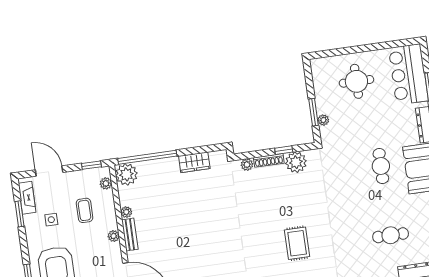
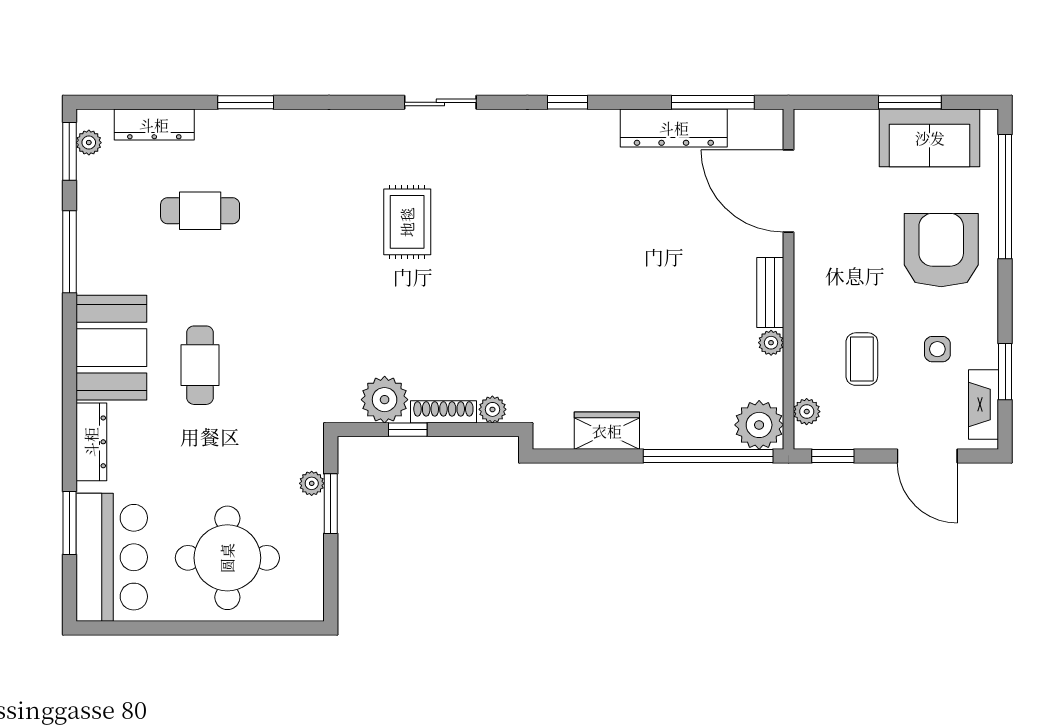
round table: (356, 81) -> (227, 558), width x1.36, depth x1.36
plant: (114, 236) -> (806, 294), removed

